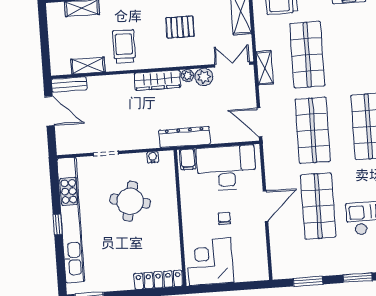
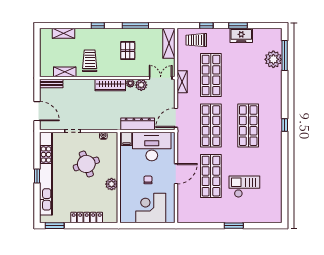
pallet: (180, 27) -> (128, 51), turned 90
door: (50, 111) -> (37, 111), moved
door: (259, 122) -> (176, 118), hinge flipped
dresser: (185, 137) -> (138, 124), moved
round table: (130, 201) -> (86, 164), turned -32
plant: (170, 229) -> (112, 184), added
corner desk: (210, 262) -> (151, 208), moved
locker: (158, 280) -> (87, 218), moved
window: (308, 281) -> (201, 226), removed

